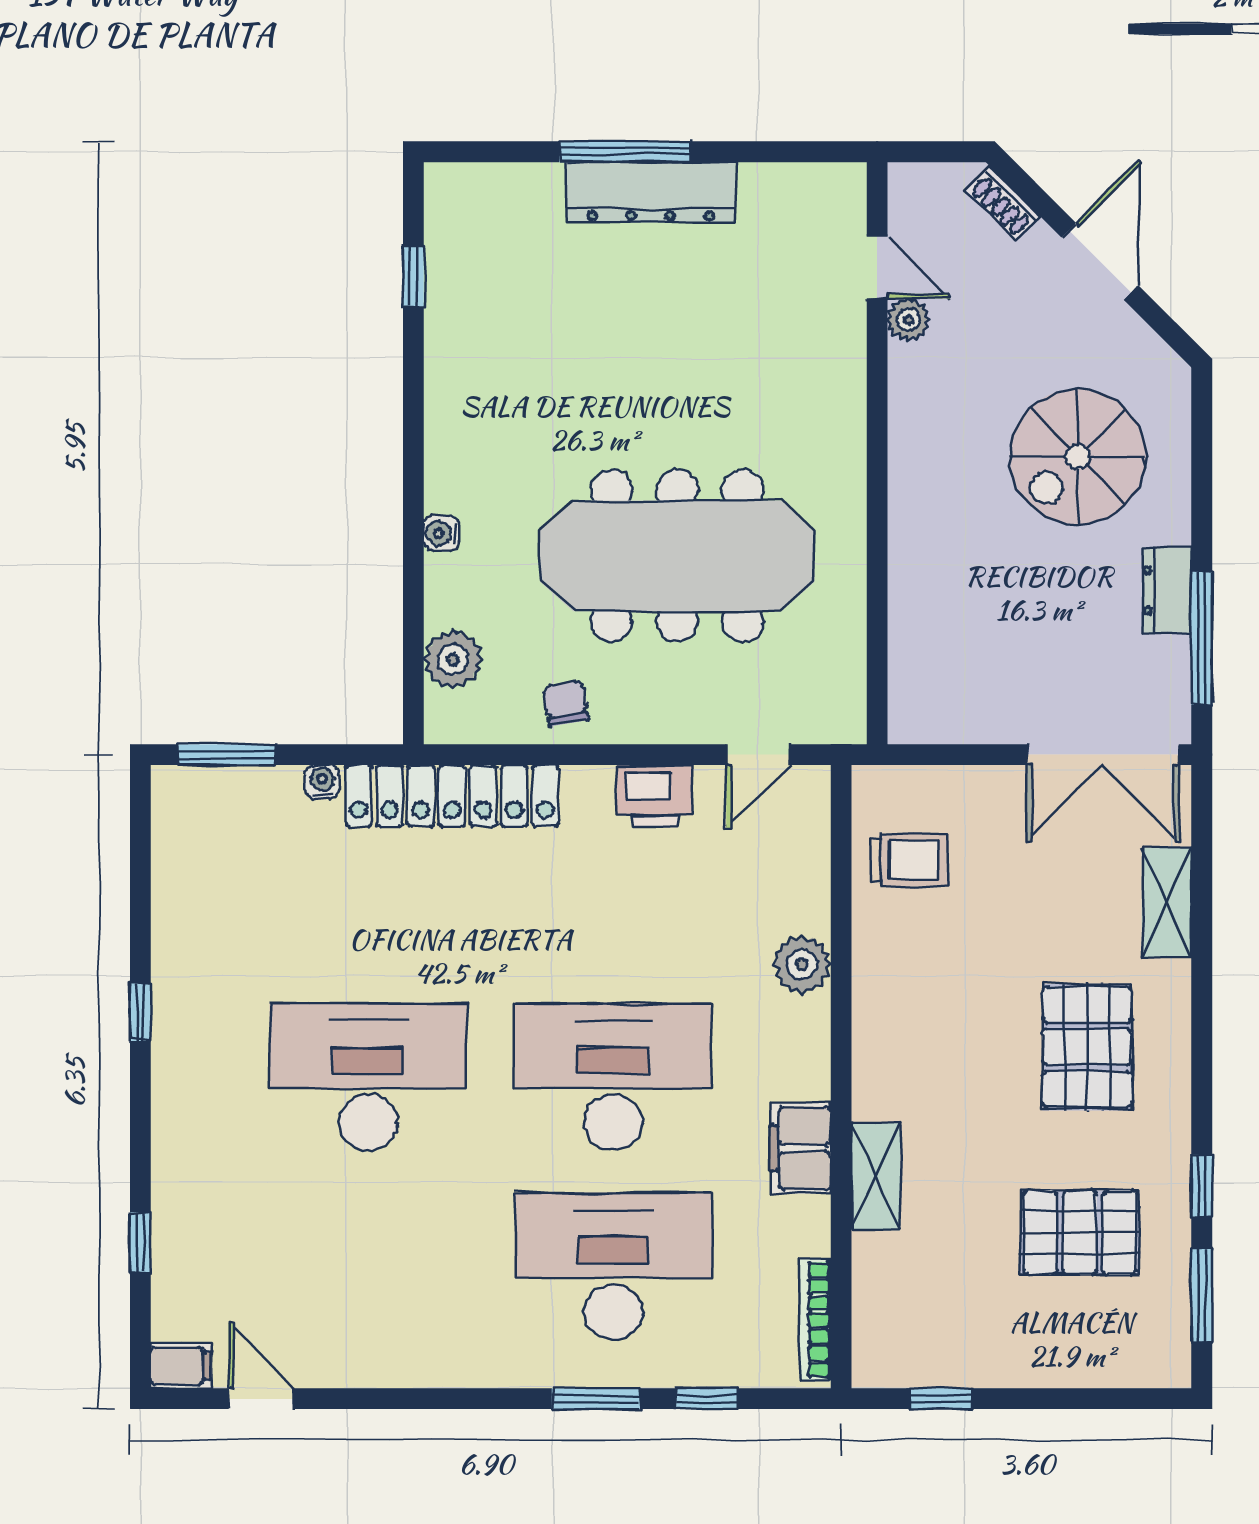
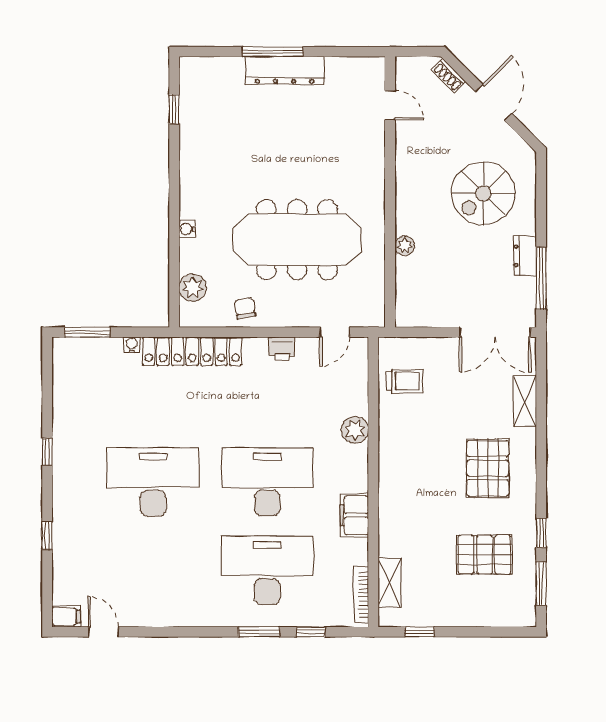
plant: (909, 320) -> (405, 246), moved
printer: (655, 796) -> (282, 349), width x0.73, depth x0.81
shelving: (876, 1176) -> (389, 583), moved
window: (140, 1242) -> (47, 536), moved

